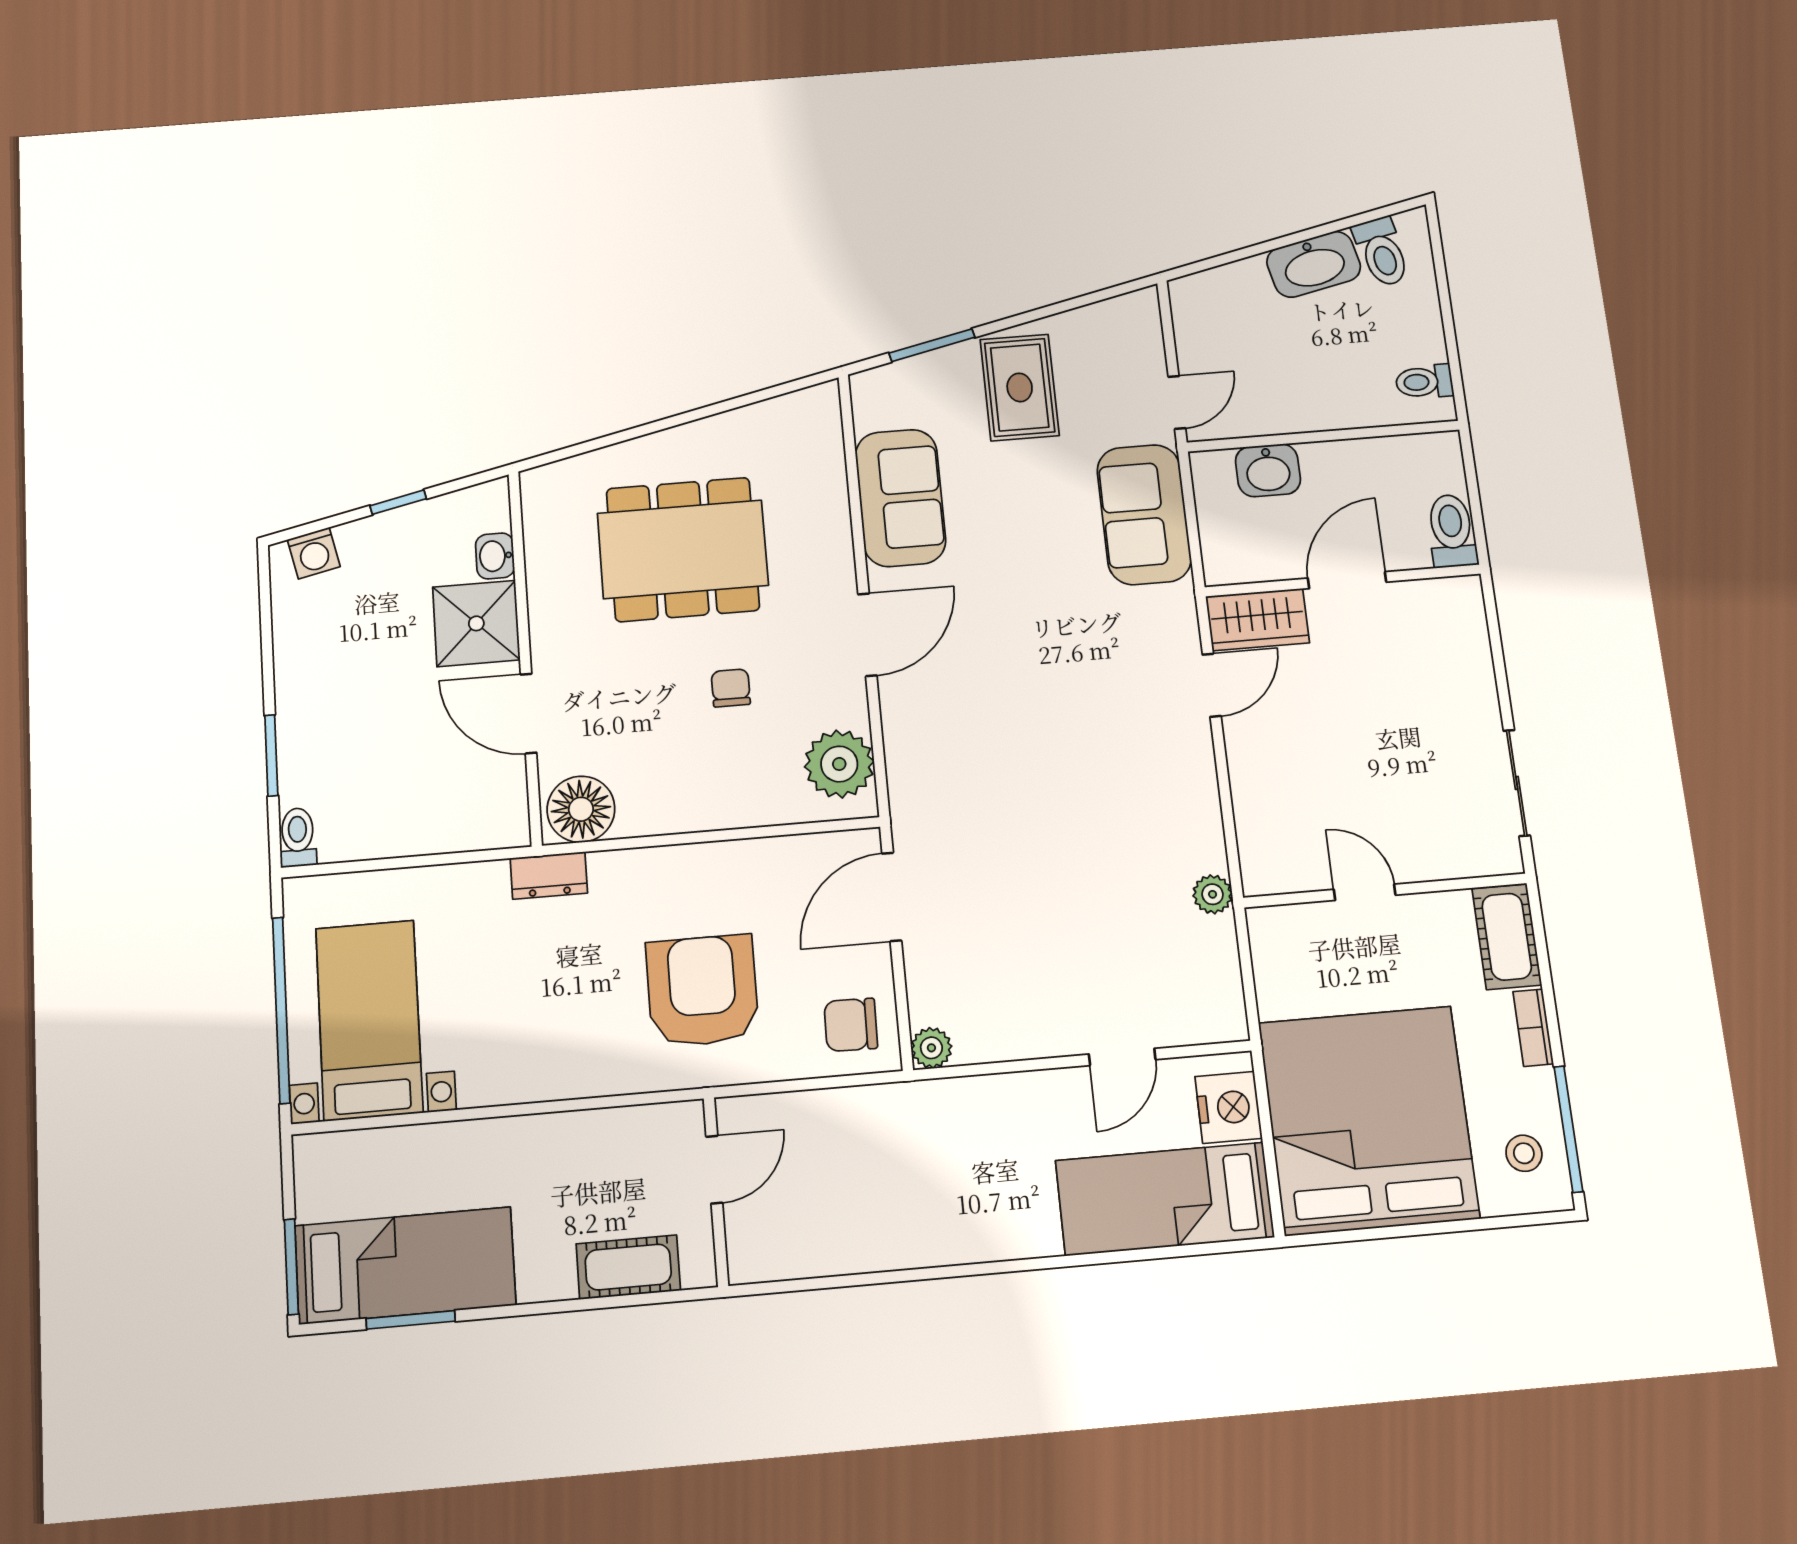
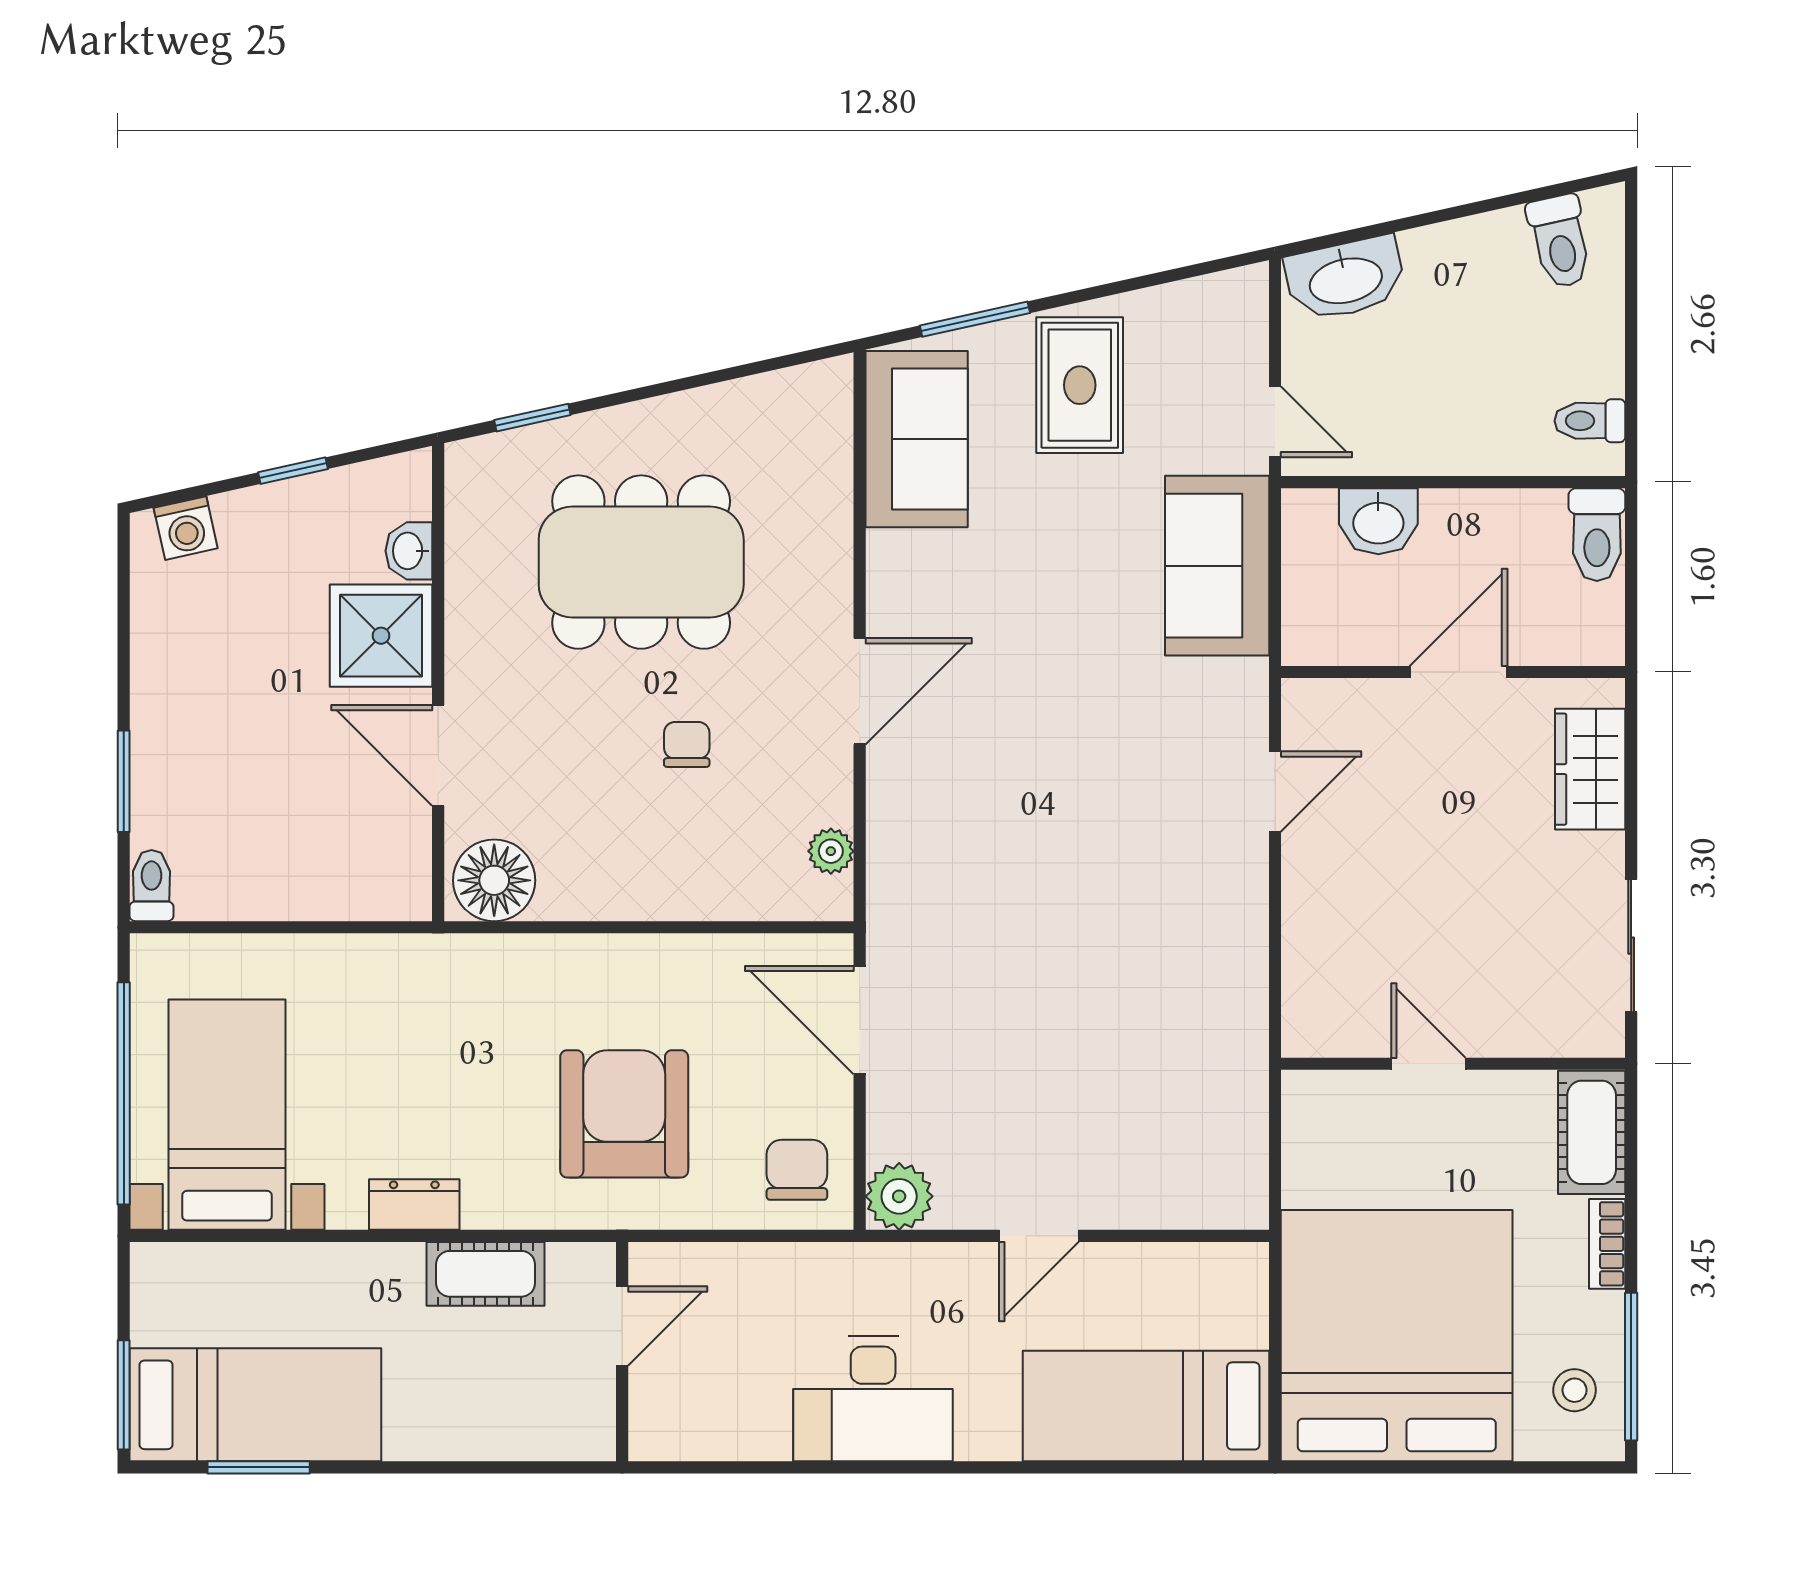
washbasin: (1314, 264) -> (1345, 279), moved
door: (1177, 402) -> (1275, 422), hinge flipped
window: (588, 446) -> (532, 418), added
sofa: (900, 498) -> (917, 439), moved
toilet: (1452, 531) -> (1597, 535), moved, turned 180
wardrobe: (1258, 620) -> (1590, 769), moved, turned 90
plant: (839, 764) -> (831, 851), width x0.53, depth x0.53
dresser: (549, 876) -> (414, 1205), moved, turned 180
plant: (1213, 894) -> (1245, 1050), removed
door: (892, 897) -> (860, 1020), hinge flipped
chair: (851, 1025) -> (797, 1170), turned 89
plant: (931, 1048) -> (899, 1196), width x1.38, depth x1.38
door: (1122, 1057) -> (1039, 1236), moved
nightstand: (1229, 1107) -> (1234, 1306), removed
desk: (933, 1213) -> (873, 1399), added
cot: (628, 1267) -> (485, 1274), moved

